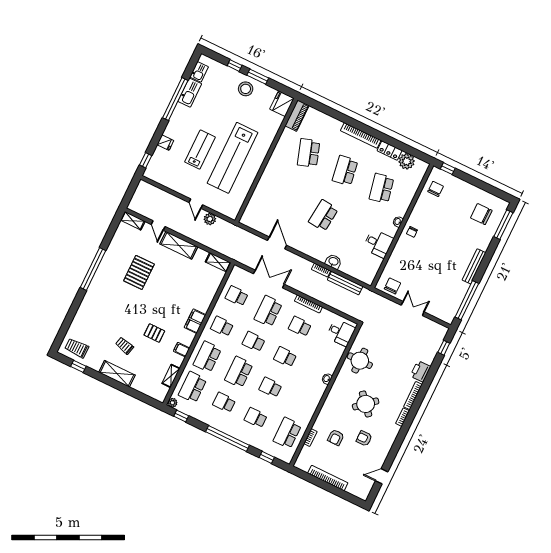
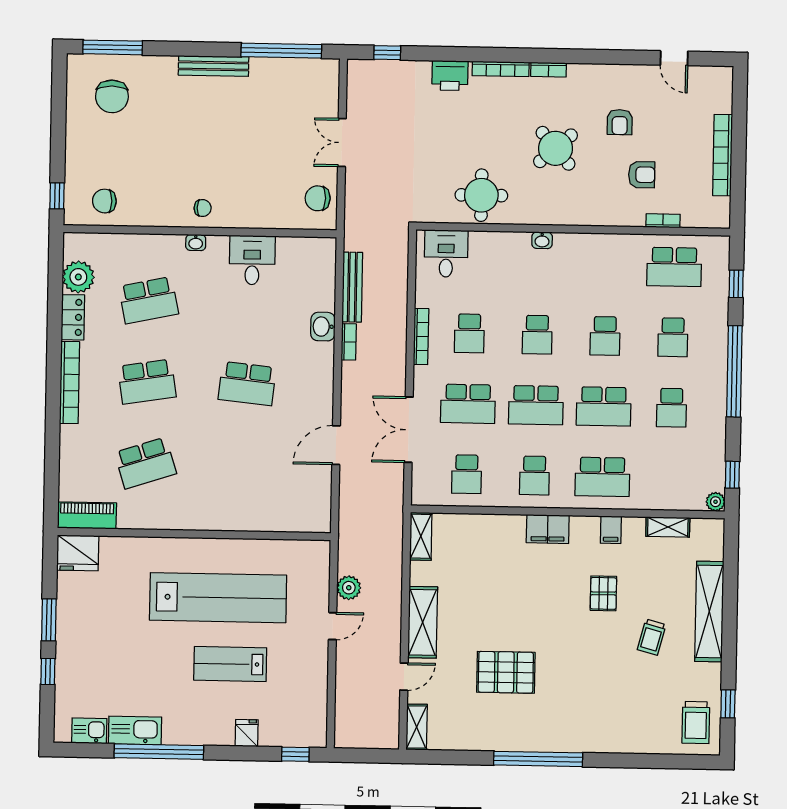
stool: (246, 89) -> (81, 632), removed
school desk: (254, 342) -> (536, 405), width x1.85
shelving: (117, 374) -> (709, 611), width x1.47
school desk: (193, 387) -> (670, 478), removed

